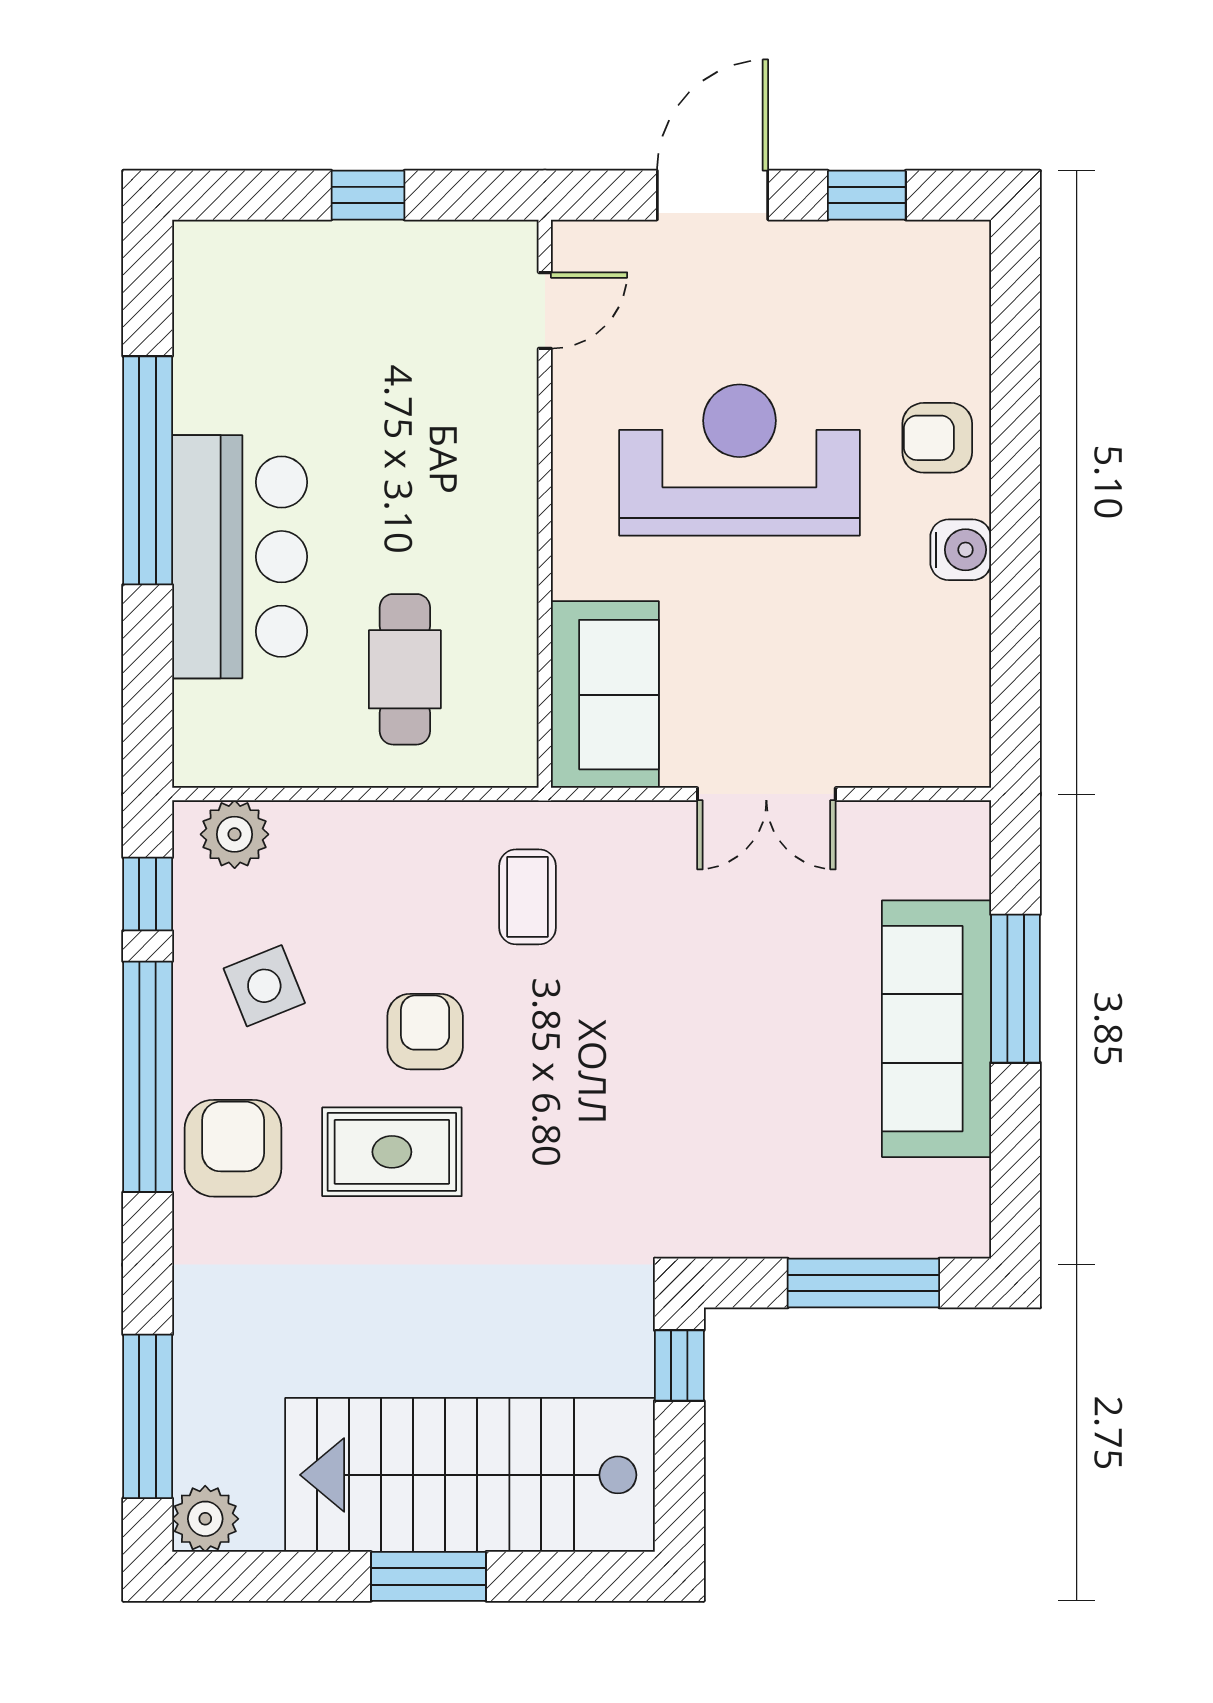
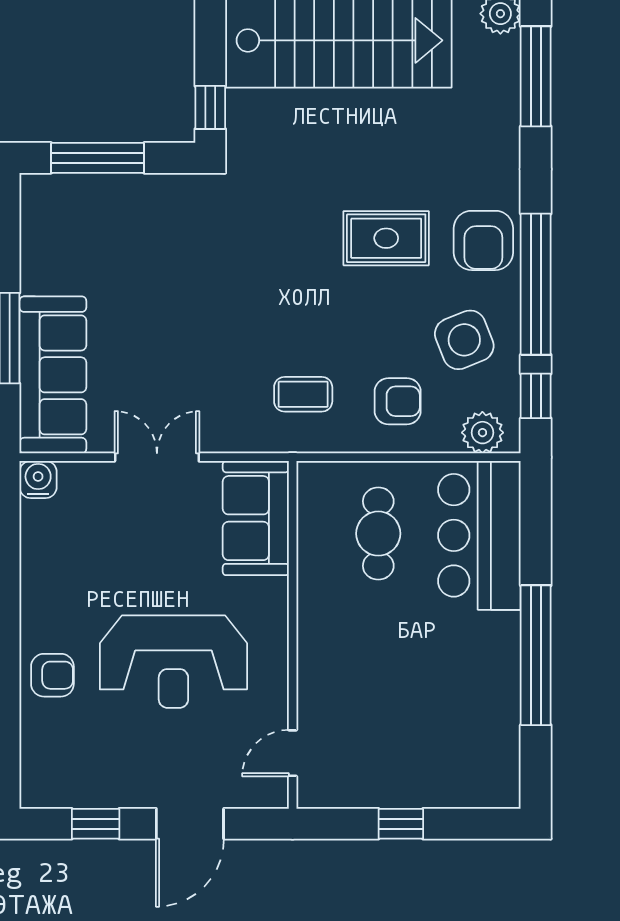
water cooler: (961, 550) -> (38, 479), moved, turned 90
bar counter: (240, 557) -> (479, 535), moved
coffee table: (528, 897) -> (303, 394), turned 90
side table: (264, 986) -> (464, 340), width x1.37, depth x1.37
sofa: (936, 1029) -> (53, 375), moved
armchair: (425, 1032) -> (398, 401), moved, turned -90

